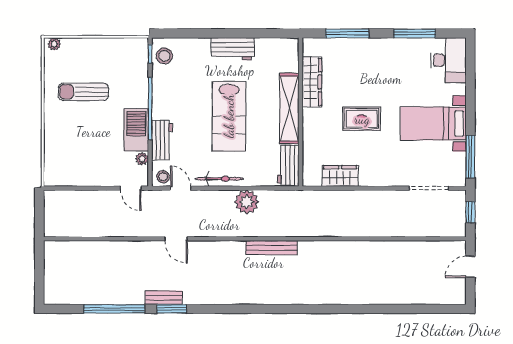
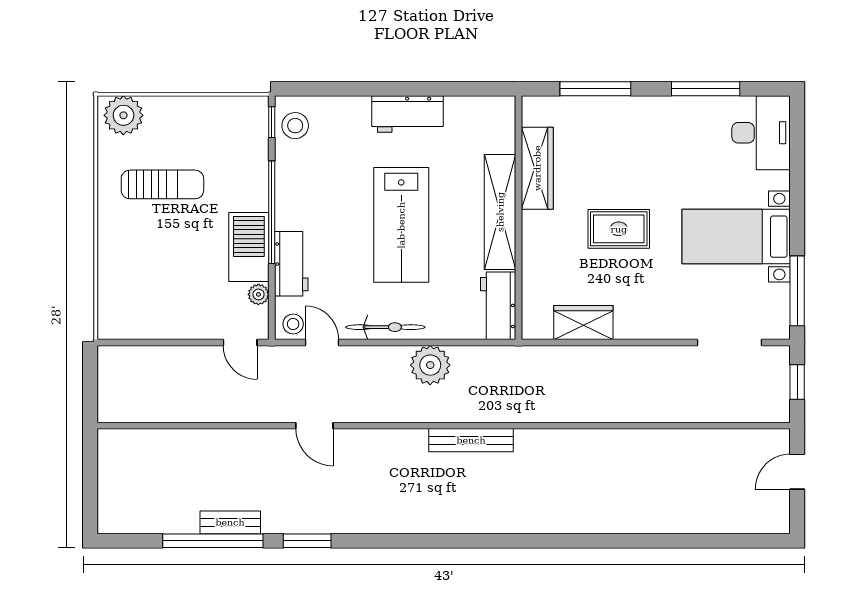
plant: (54, 44) -> (123, 115), width x1.87, depth x1.87
sun lounger: (83, 92) -> (162, 184), turned 180
bench: (164, 298) -> (230, 522), moved

